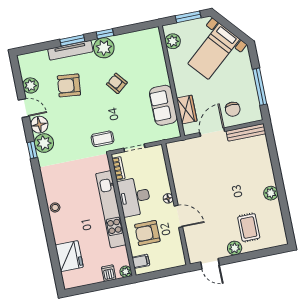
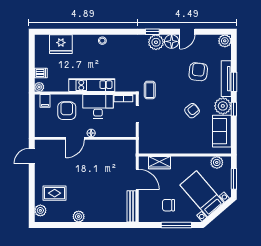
plant: (31, 85) -> (225, 41), moved
window: (260, 87) -> (176, 225), moved
sofa: (163, 105) -> (222, 131), moved, turned -90
chair: (233, 109) -> (168, 205), moved
kitchen unit: (111, 209) -> (92, 85), width x0.73
plant: (235, 248) -> (40, 210), moved

